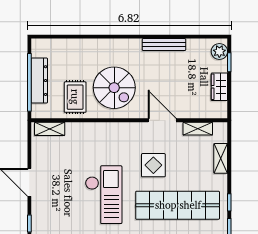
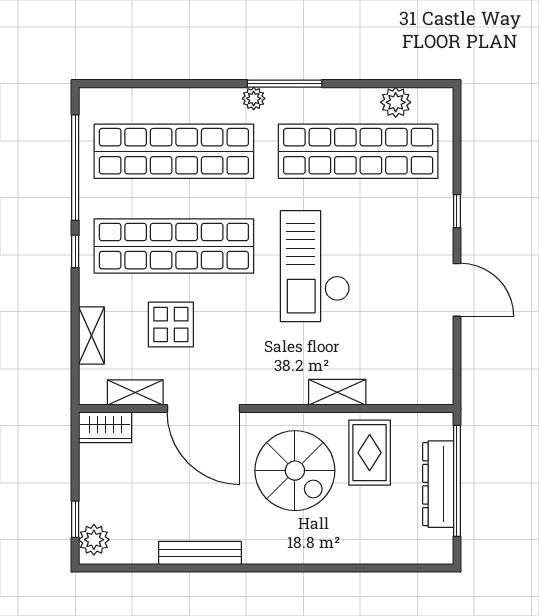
wardrobe: (219, 87) -> (105, 427), moved, turned 90
spiral stairs: (114, 88) -> (295, 471), turned 180
door: (162, 120) -> (203, 408), width x1.36
shelving: (50, 129) -> (337, 392), moved
display table: (153, 165) -> (171, 325), moved

